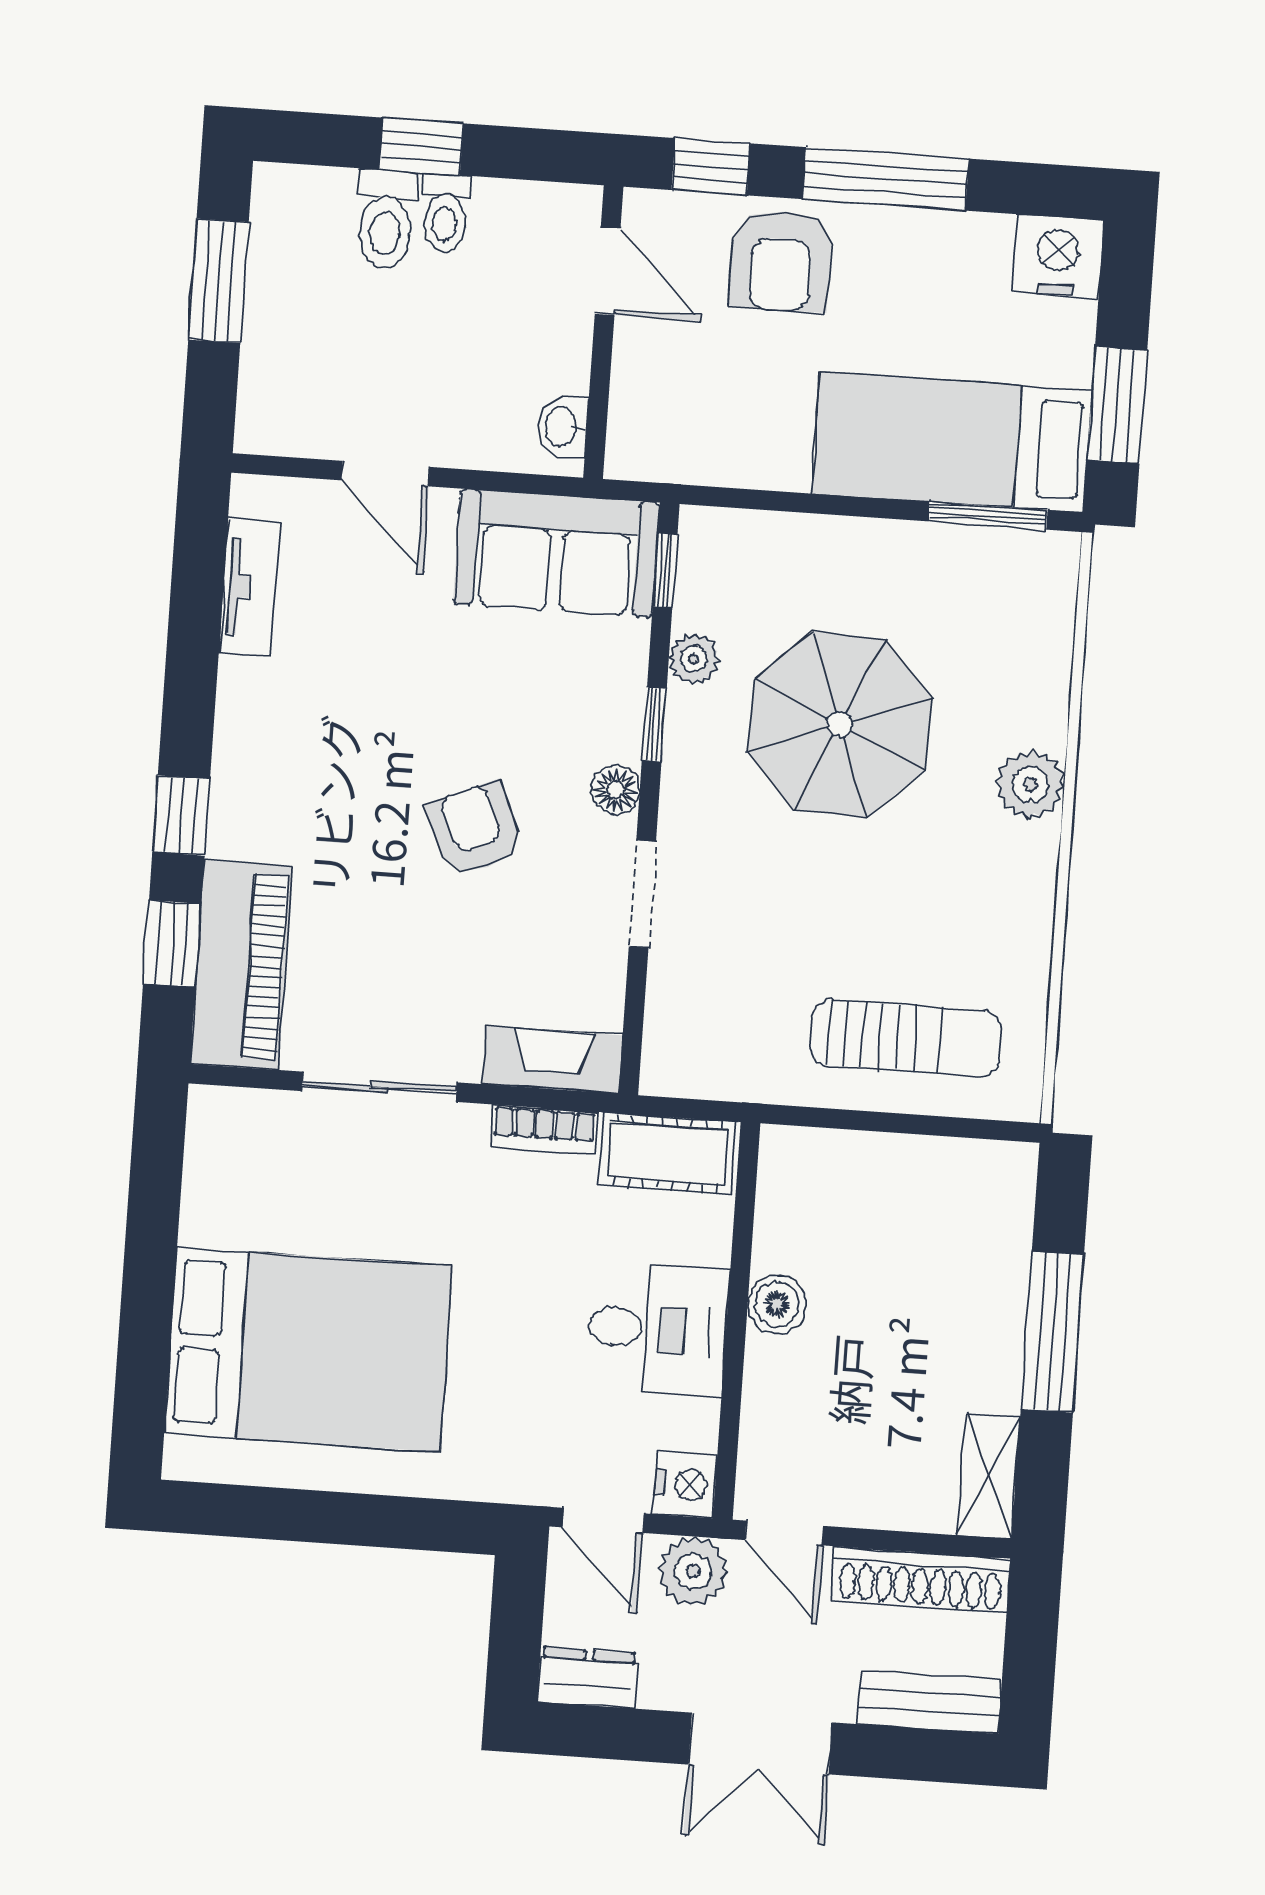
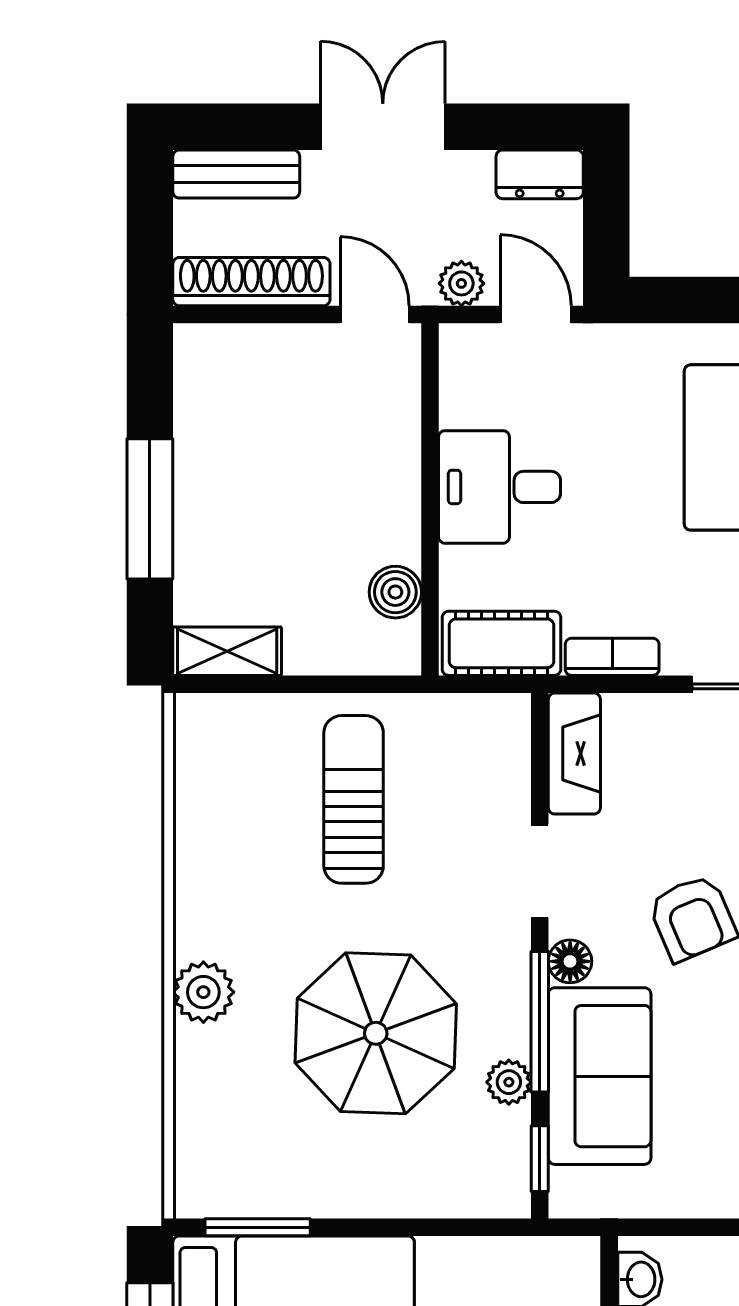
sofa: (556, 553) -> (600, 1076), moved, turned 90
window: (654, 725) -> (540, 1022), width x2.17
sun lounger: (906, 1038) -> (354, 799), moved, turned 90
fireplace: (552, 1060) -> (574, 754), moved, turned -90
boiler: (777, 1304) -> (395, 592), moved
shelving: (989, 1476) -> (227, 651), moved, turned 90
nightstand: (686, 1484) -> (465, 352), removed
plant: (693, 1571) -> (461, 283), width x0.73, depth x0.73

